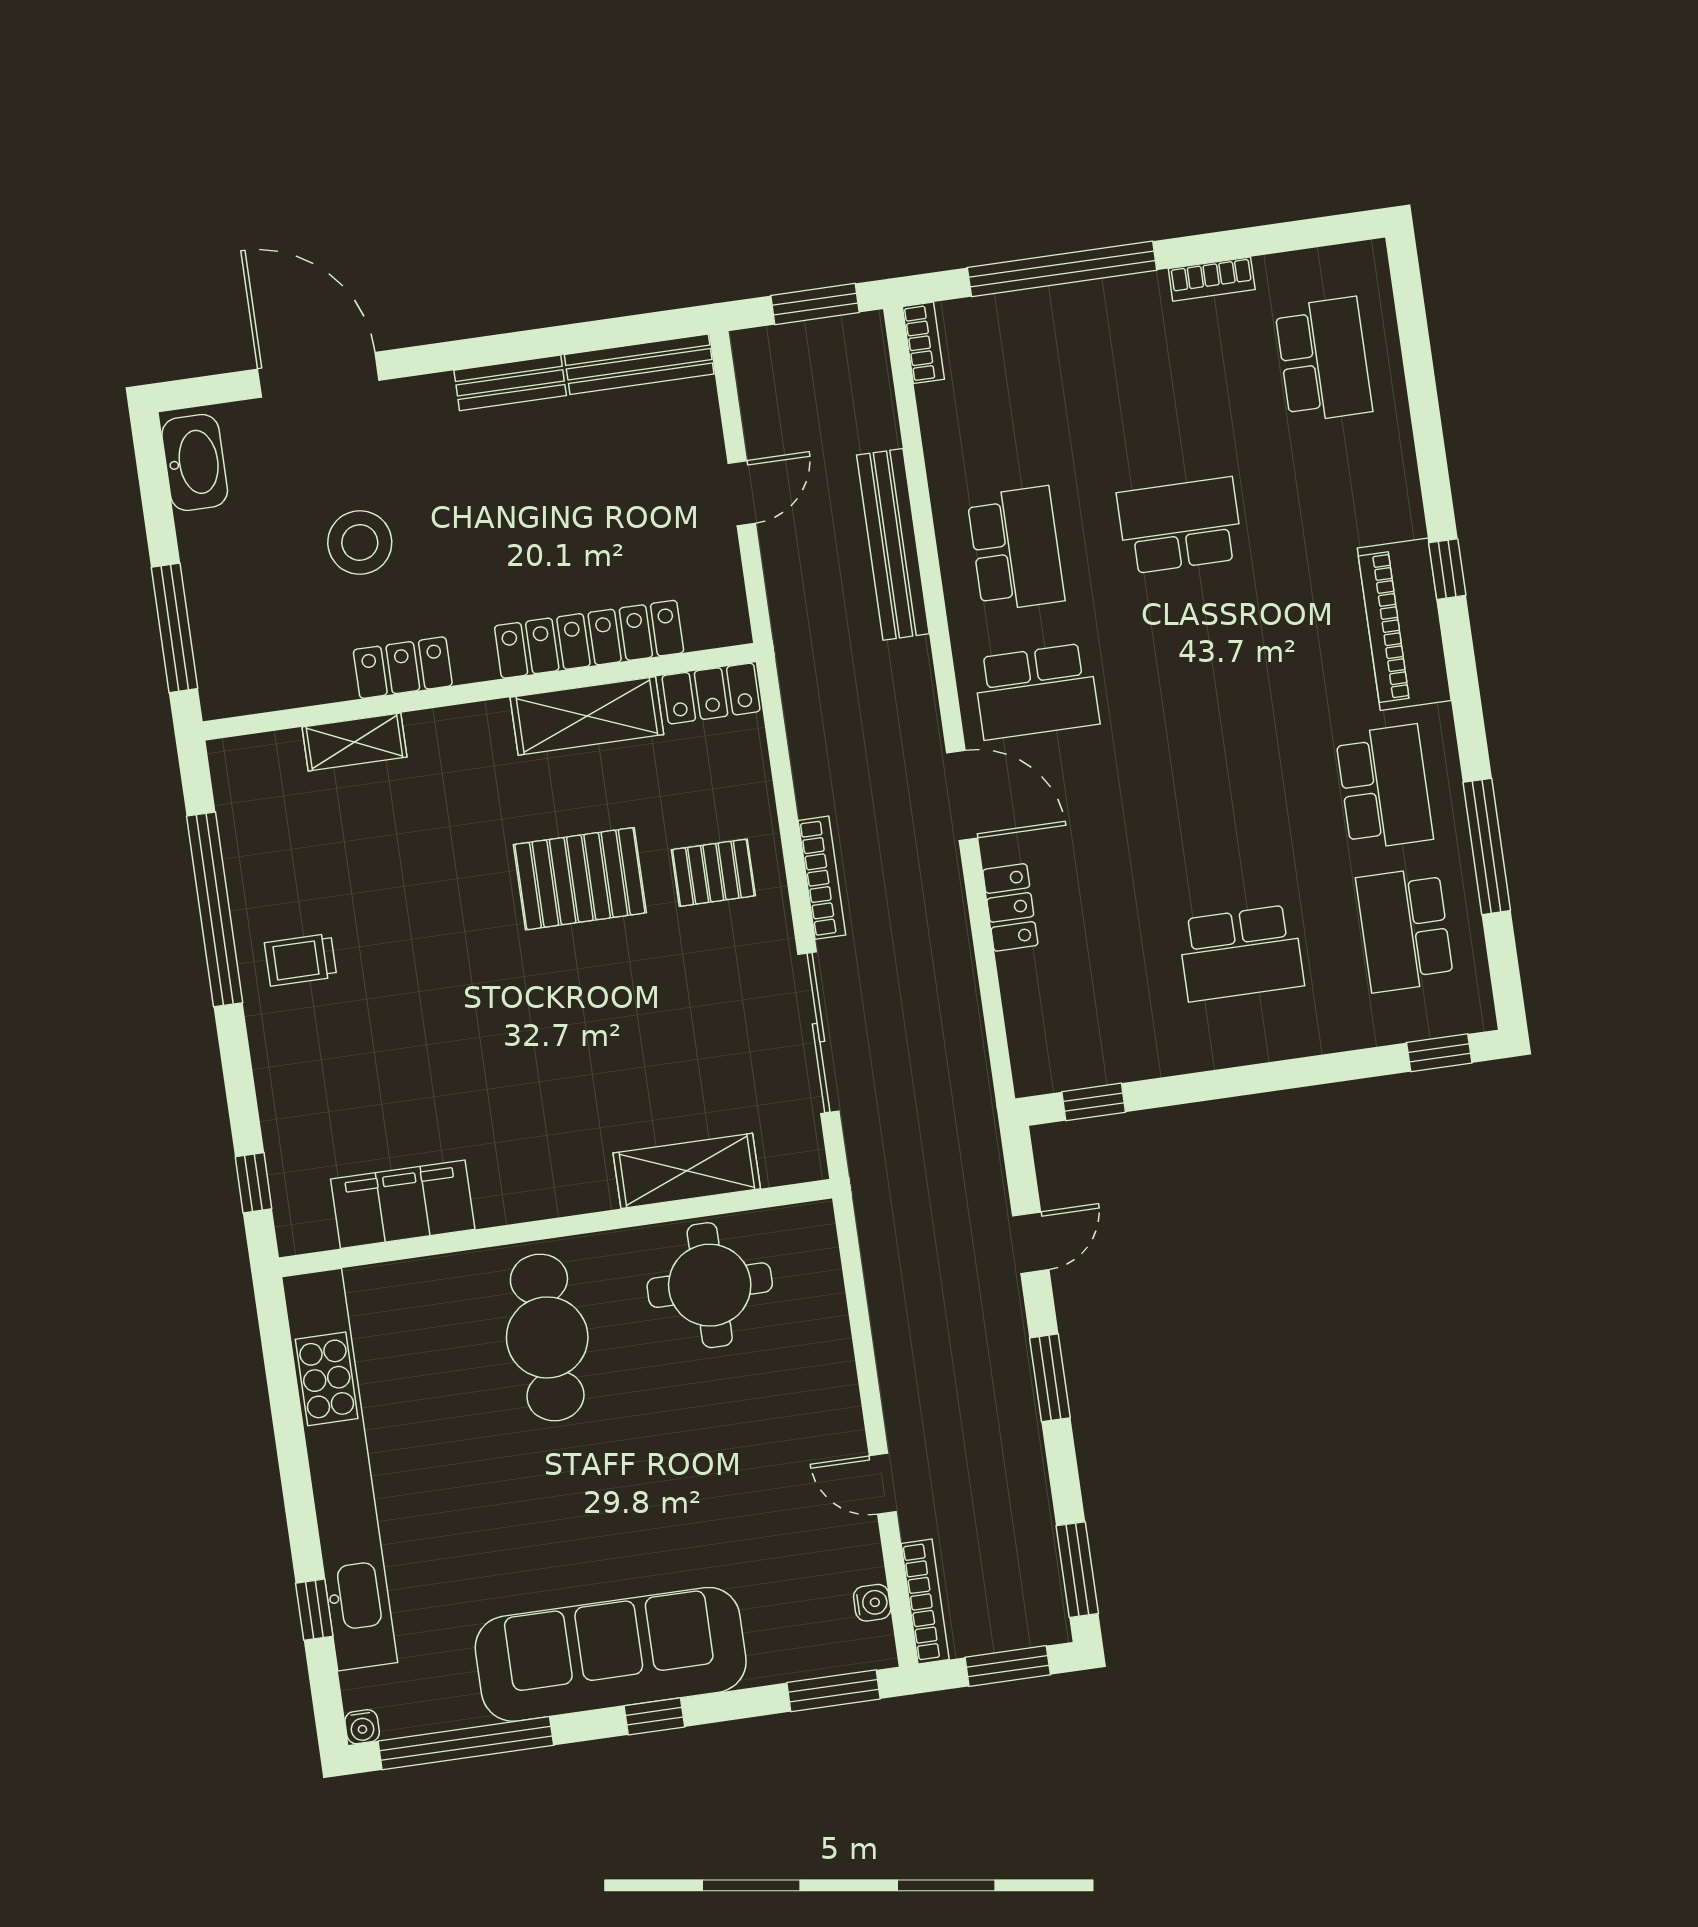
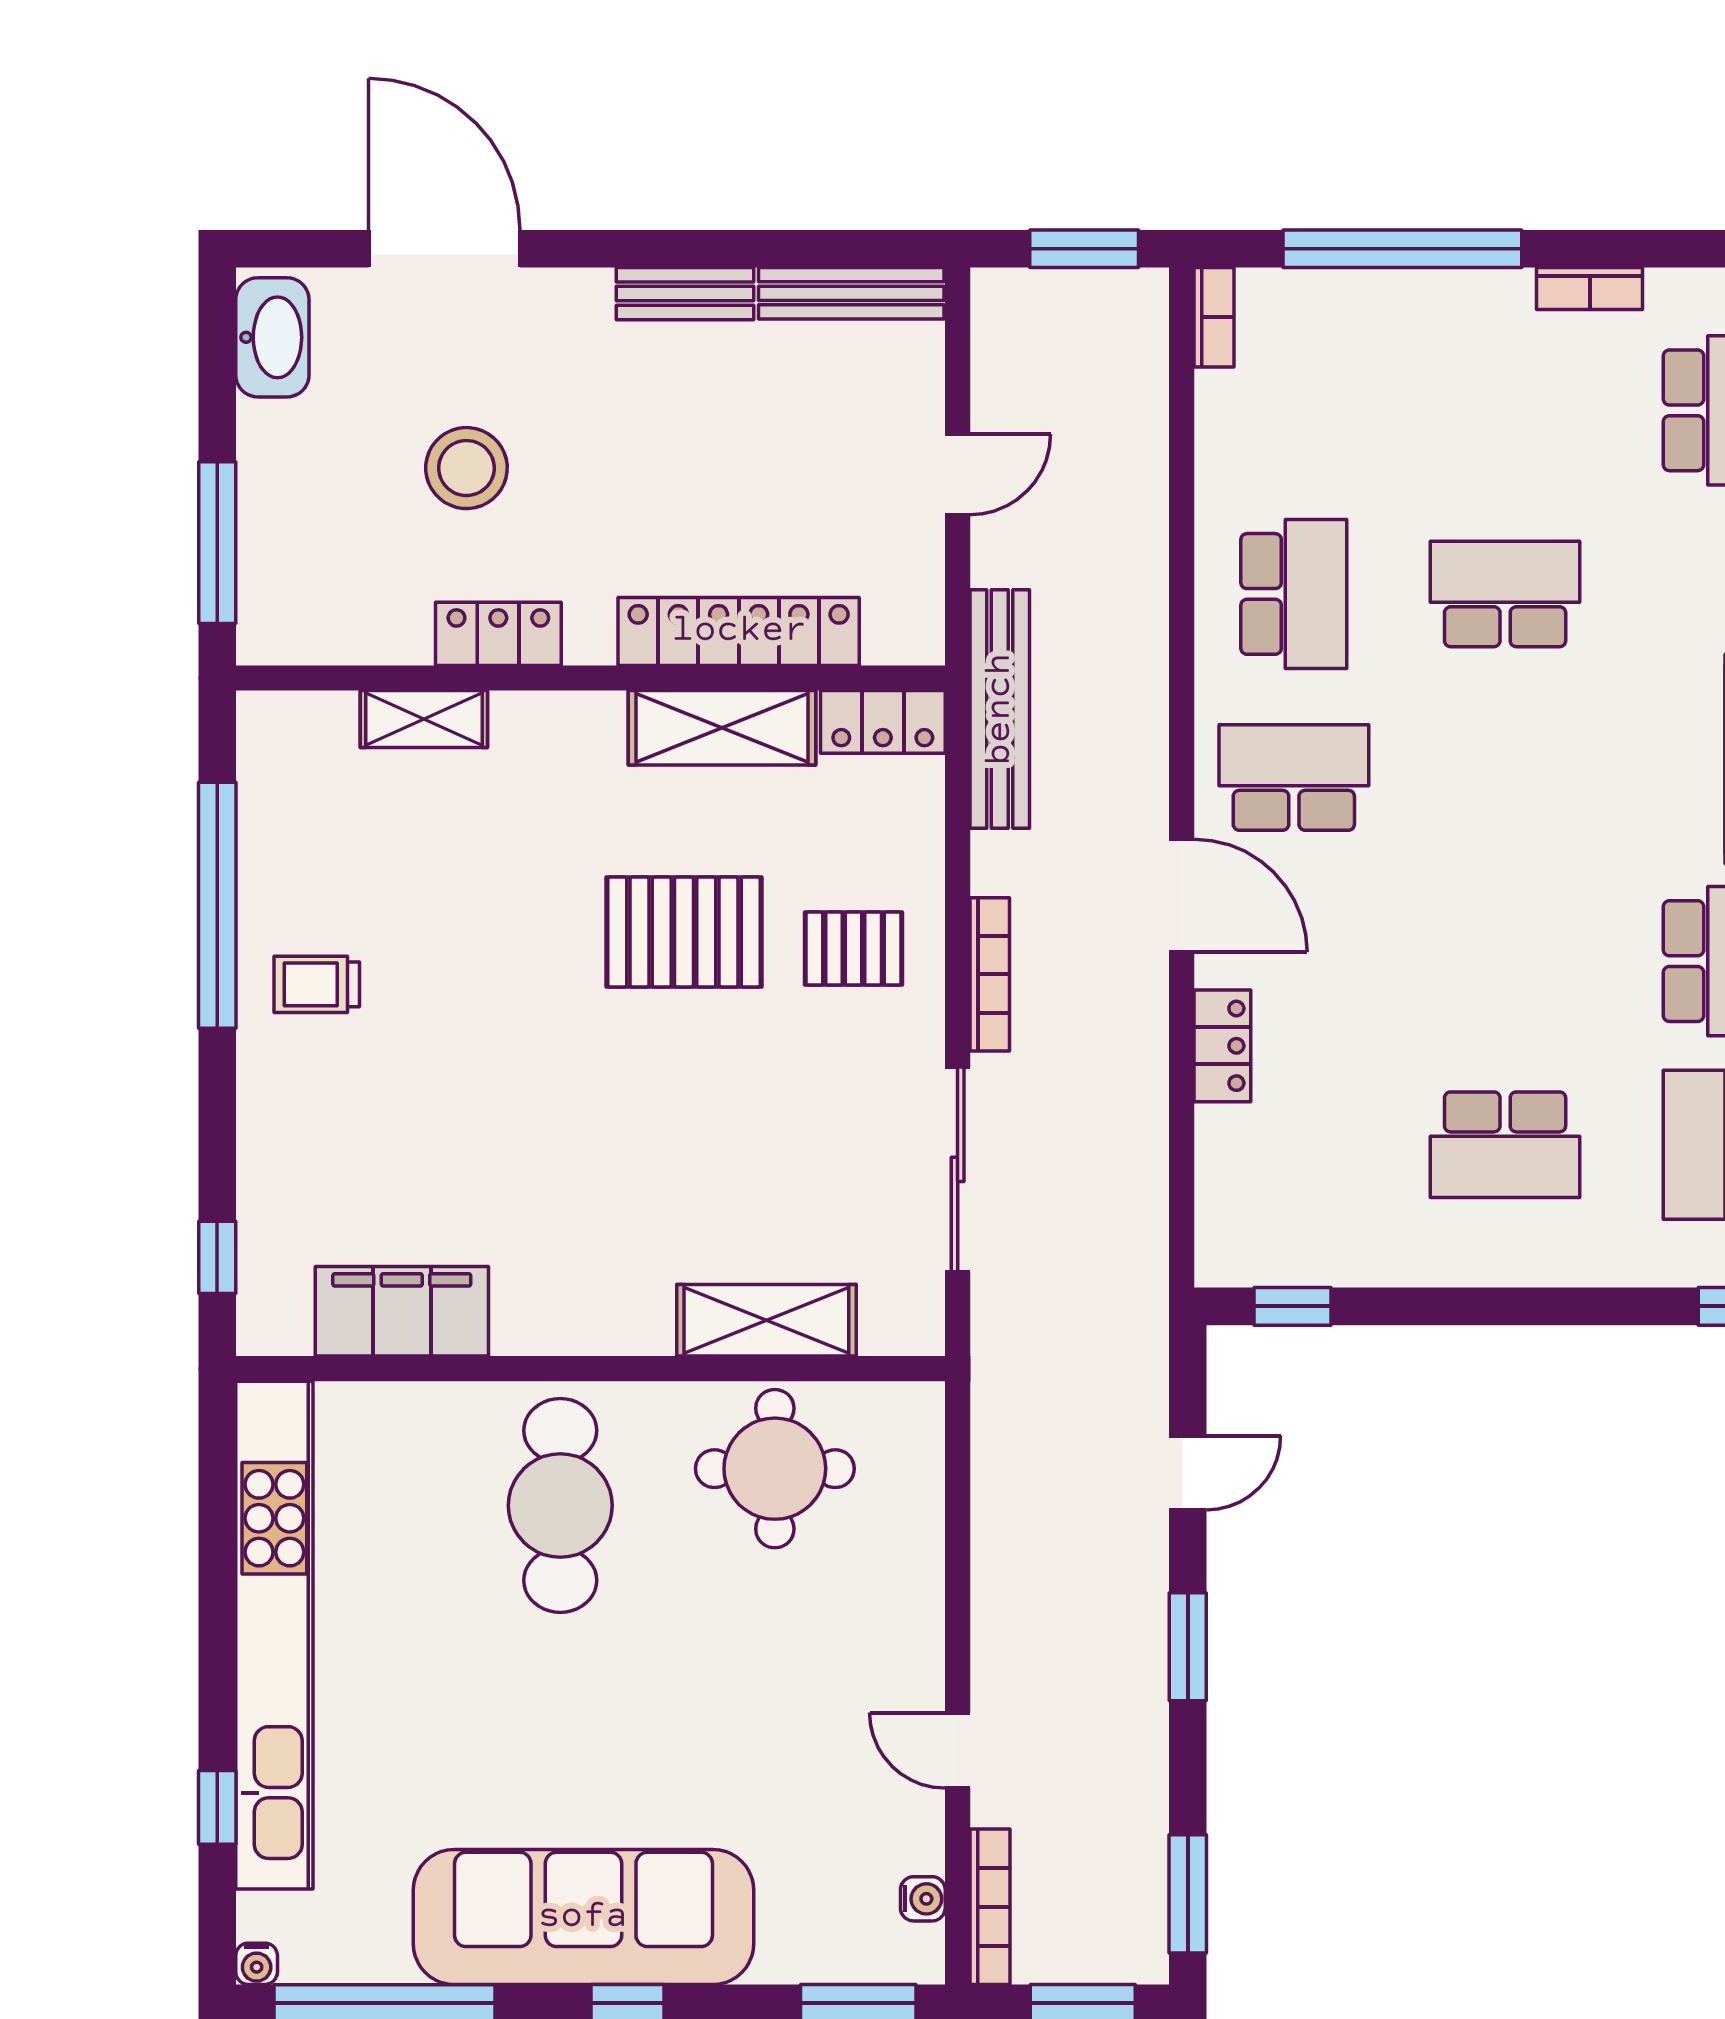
bench: (893, 544) -> (1000, 709), moved
school desk: (1036, 691) -> (1294, 778), turned 180

